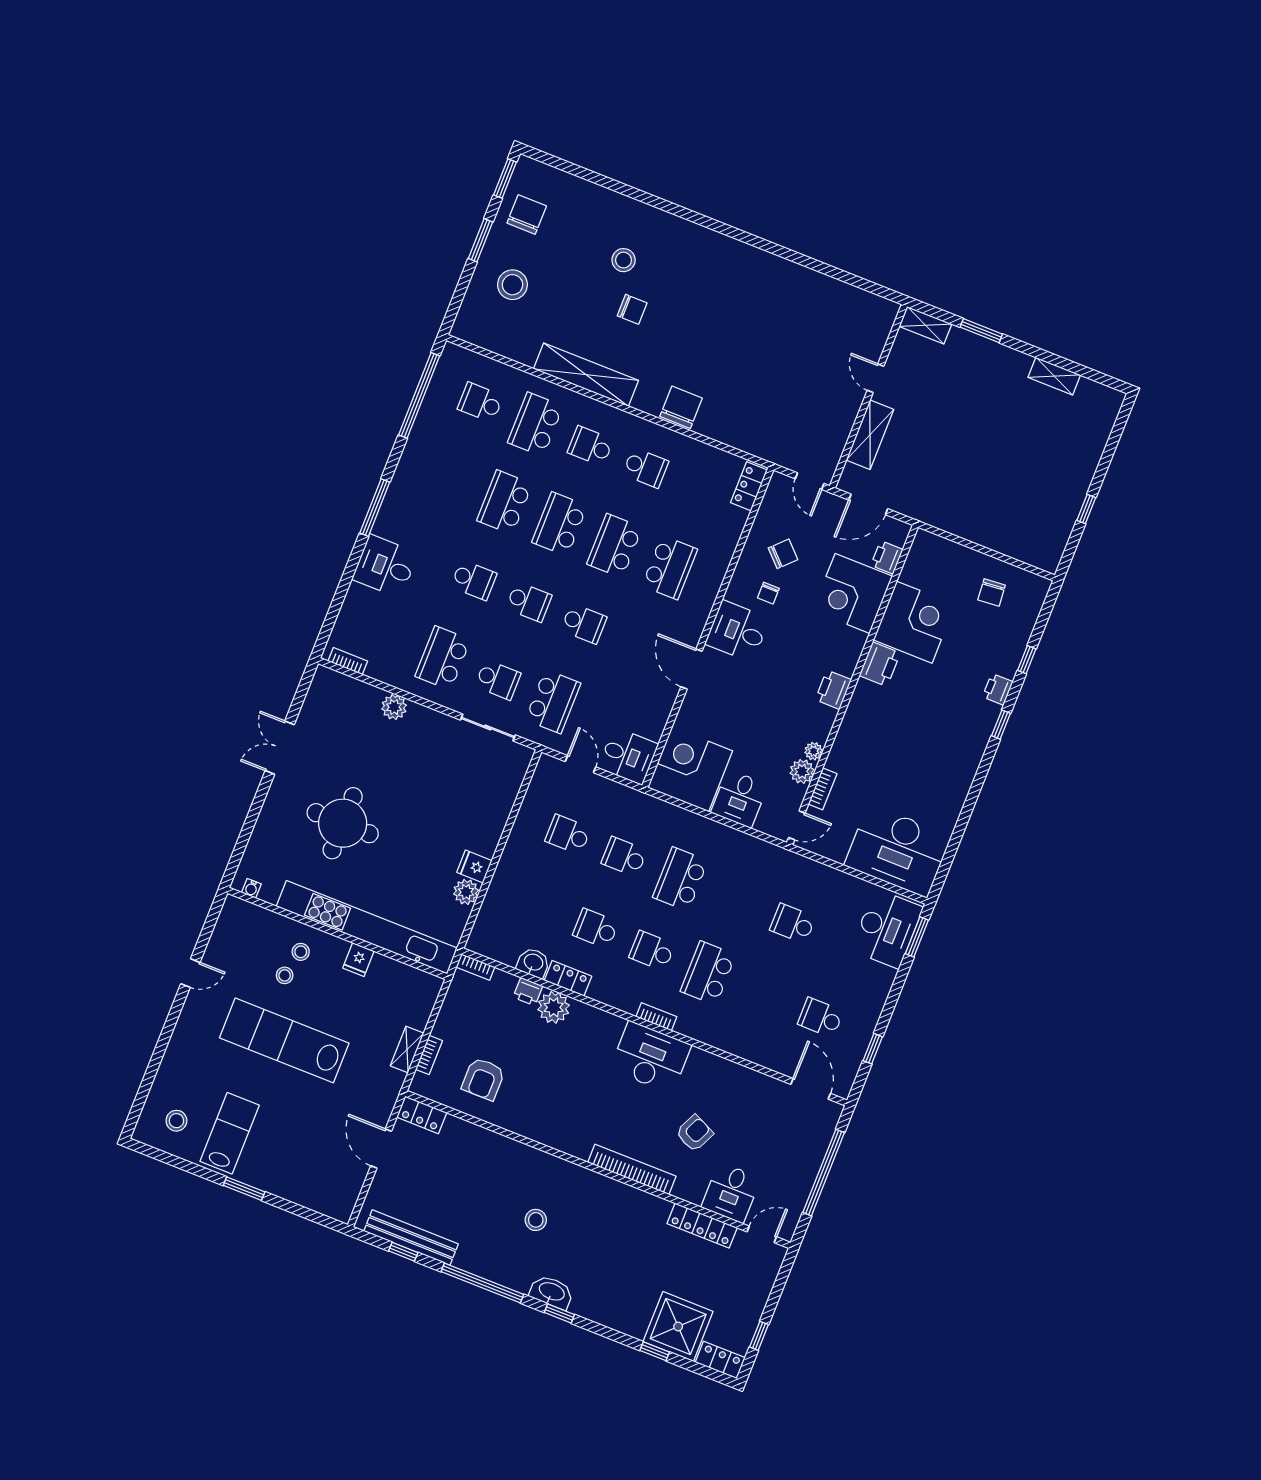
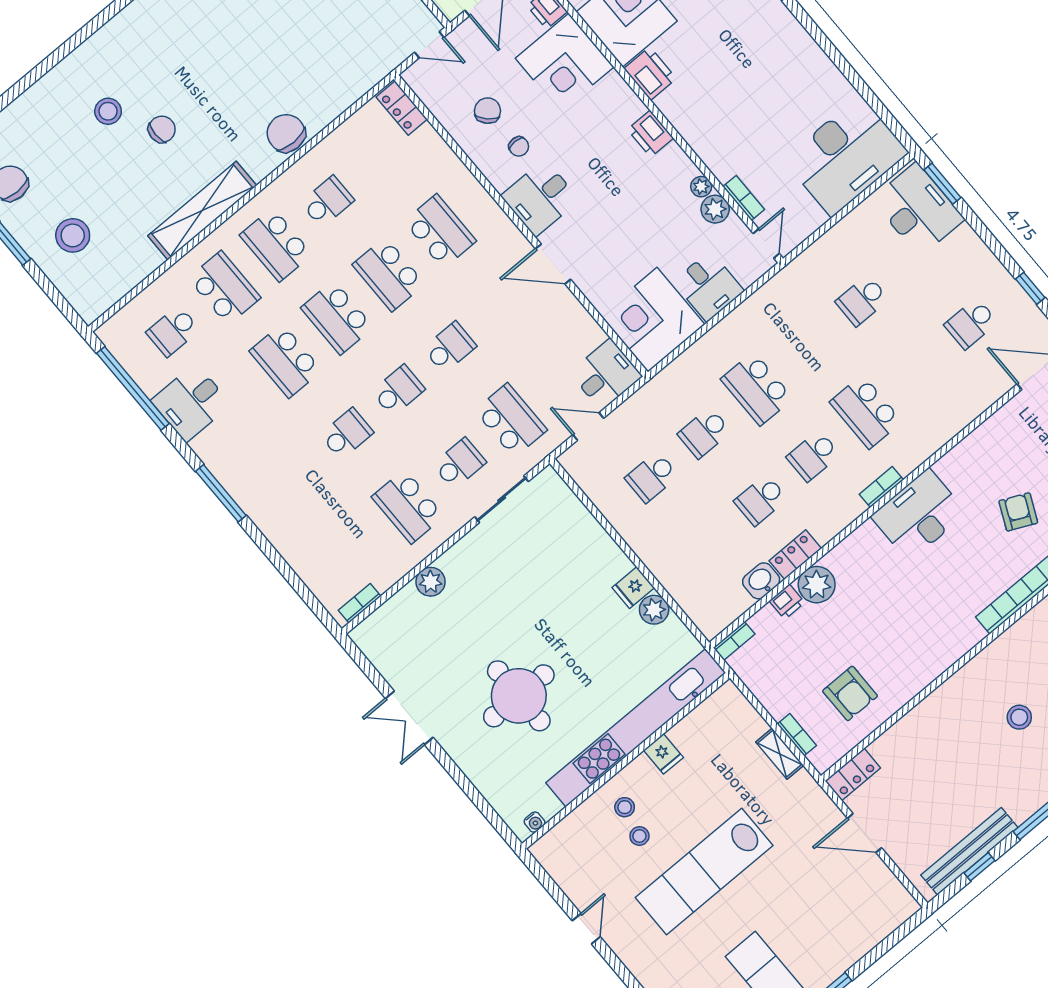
school desk: (535, 424) -> (224, 288), turned 180
school desk: (590, 446) -> (276, 245), width x1.85
desk: (385, 566) -> (191, 403), moved

